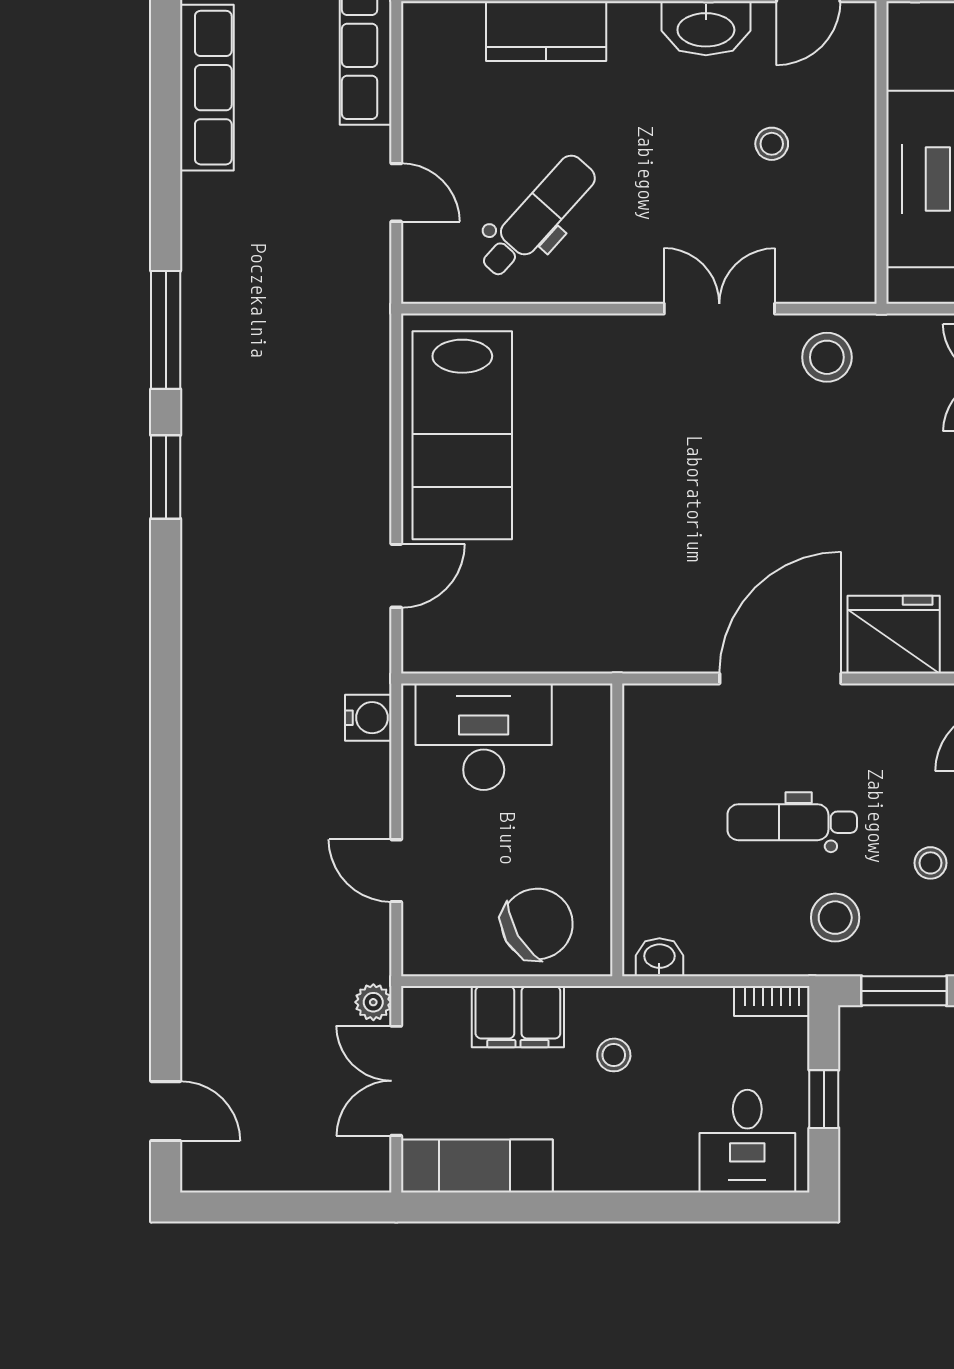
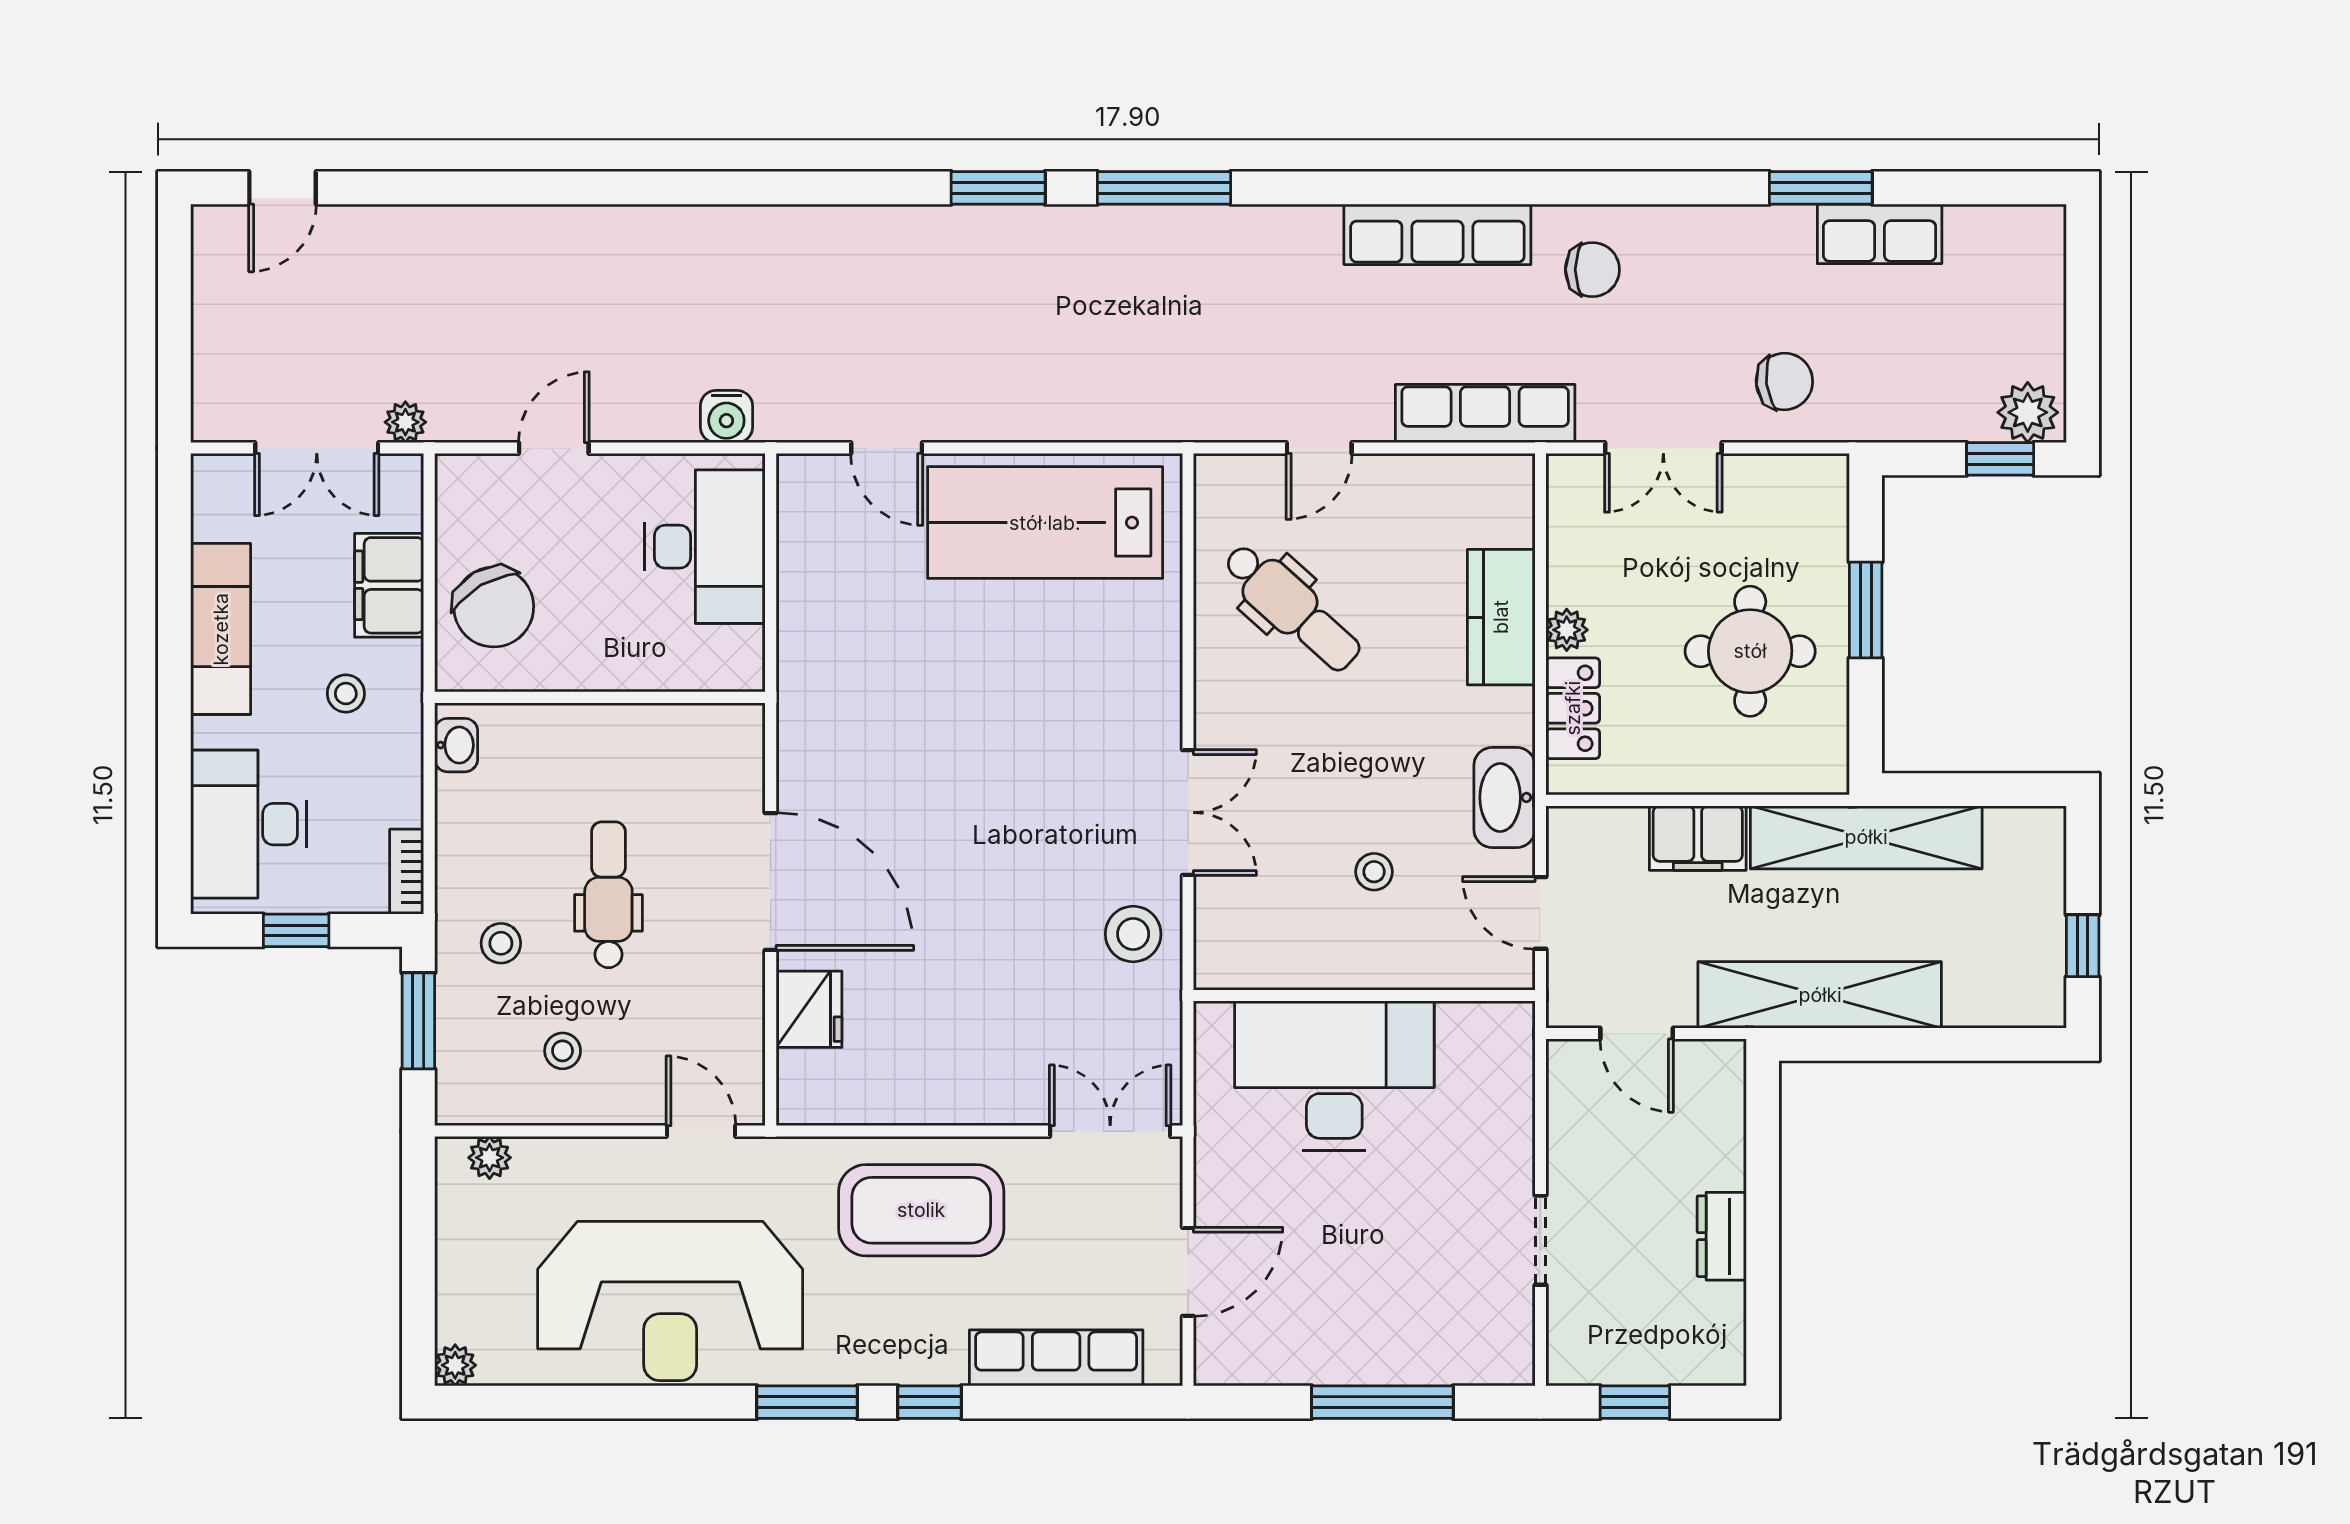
fridge: (894, 635) -> (809, 1009), width x0.73, depth x0.75
stool: (835, 918) -> (501, 943), width x0.73, depth x0.73
double door: (396, 1081) -> (317, 448), swing flipped
desk: (747, 1141) -> (249, 824), width x1.37
exam couch: (477, 1166) -> (221, 629), moved

